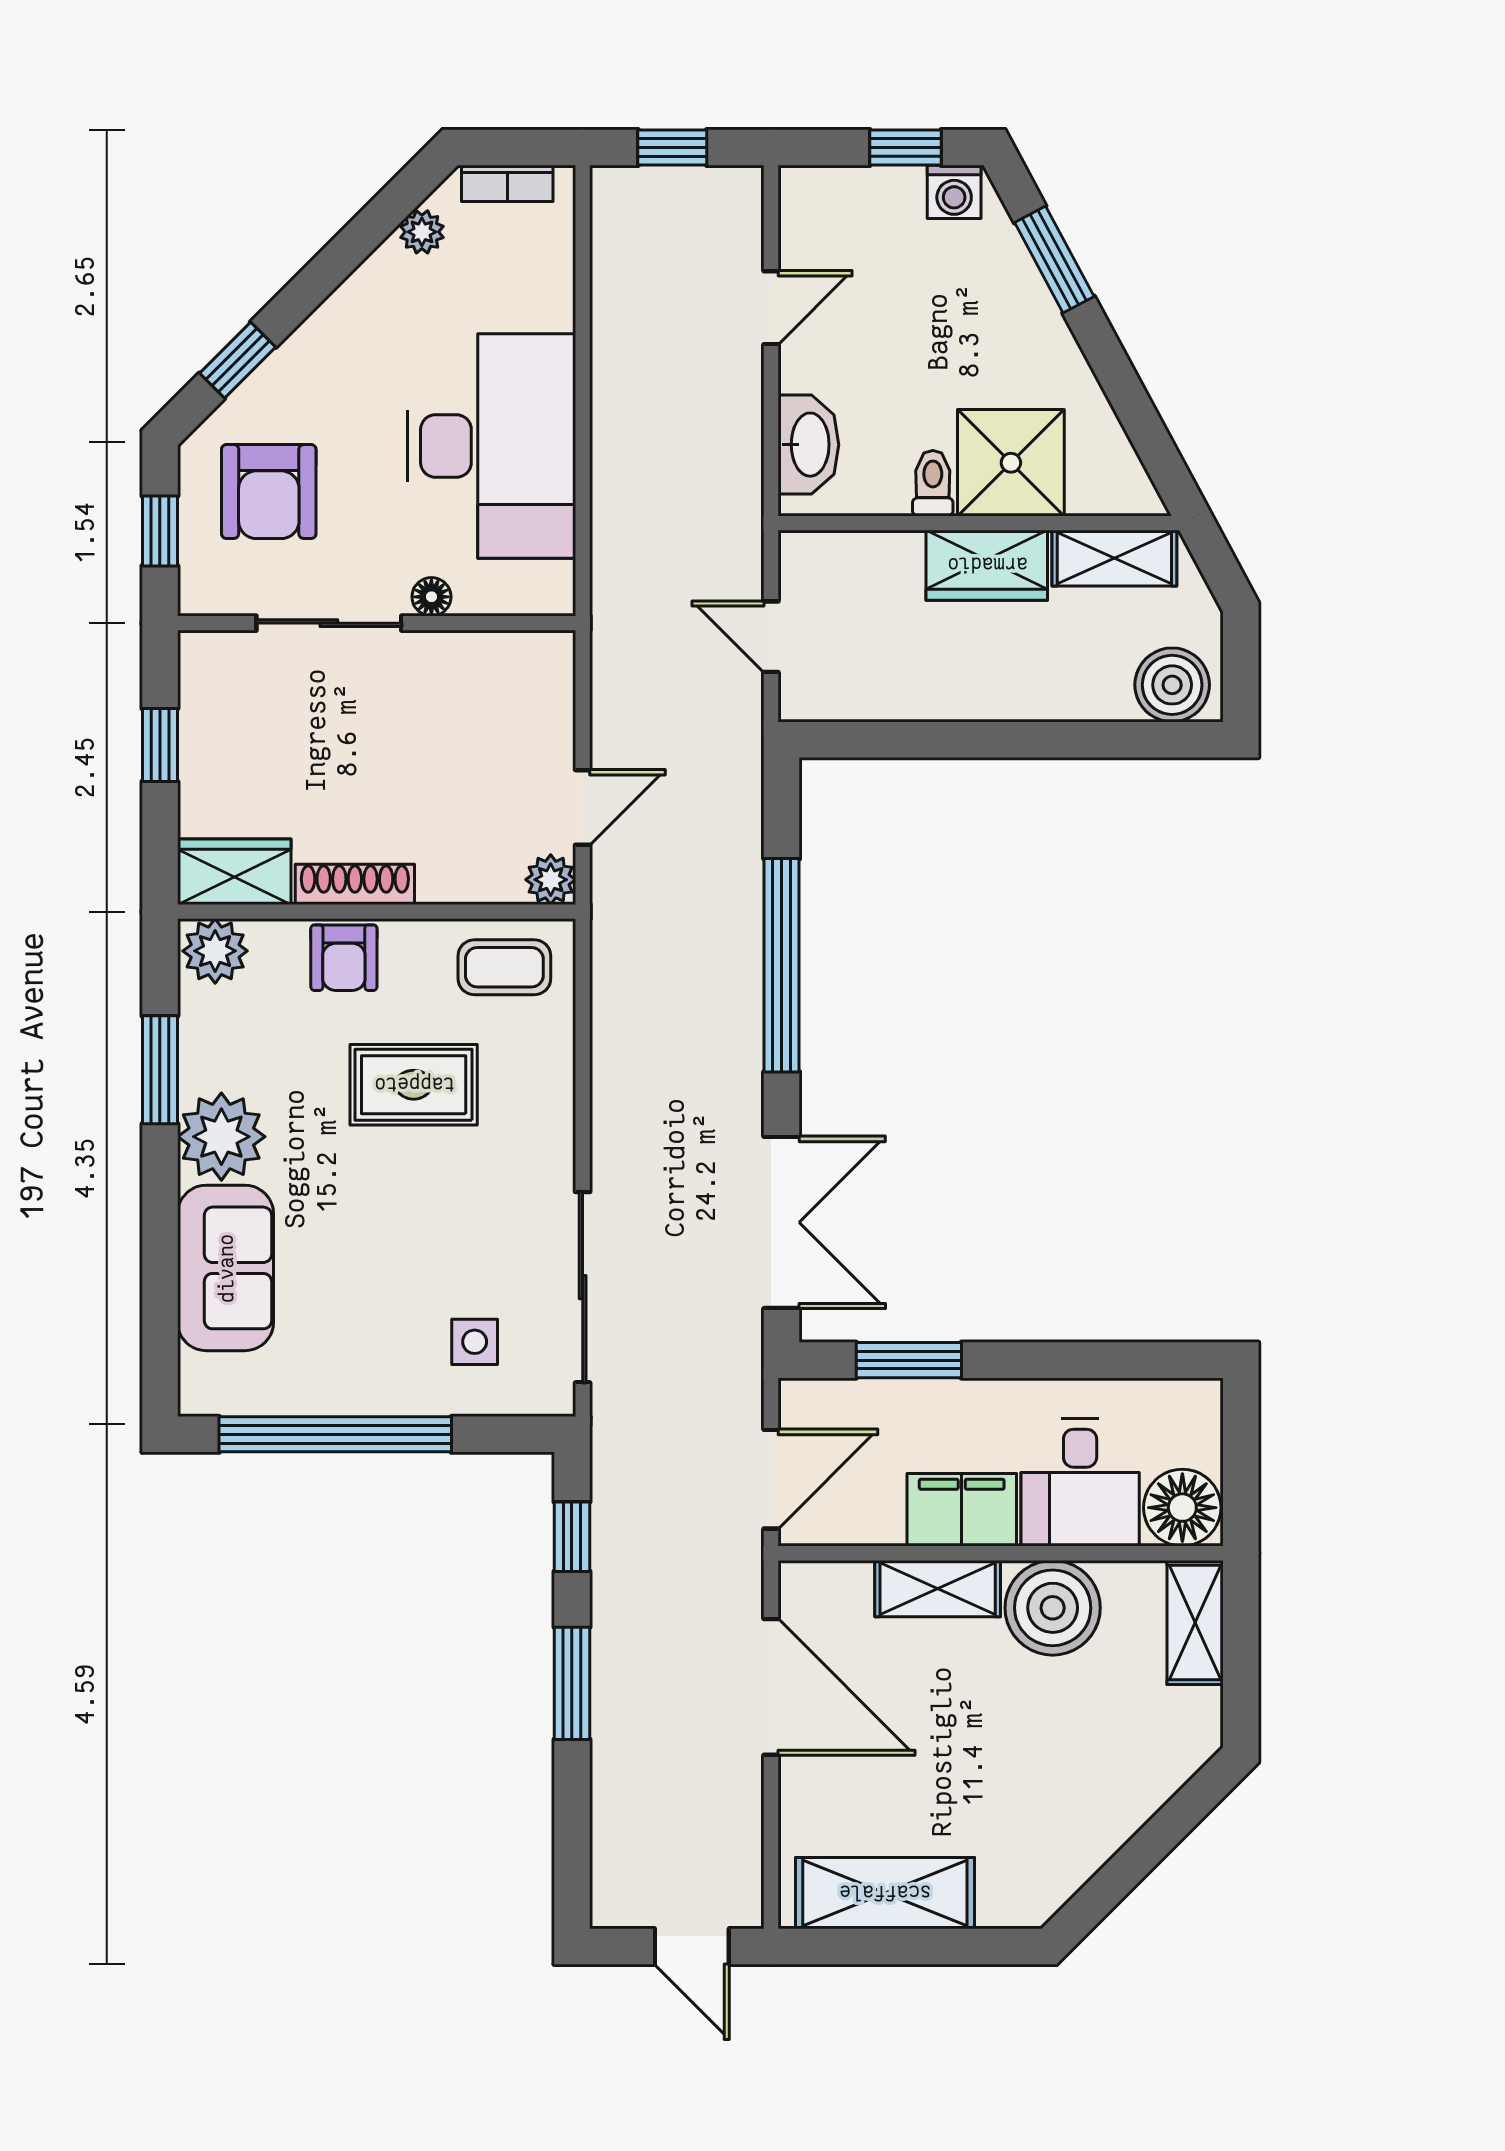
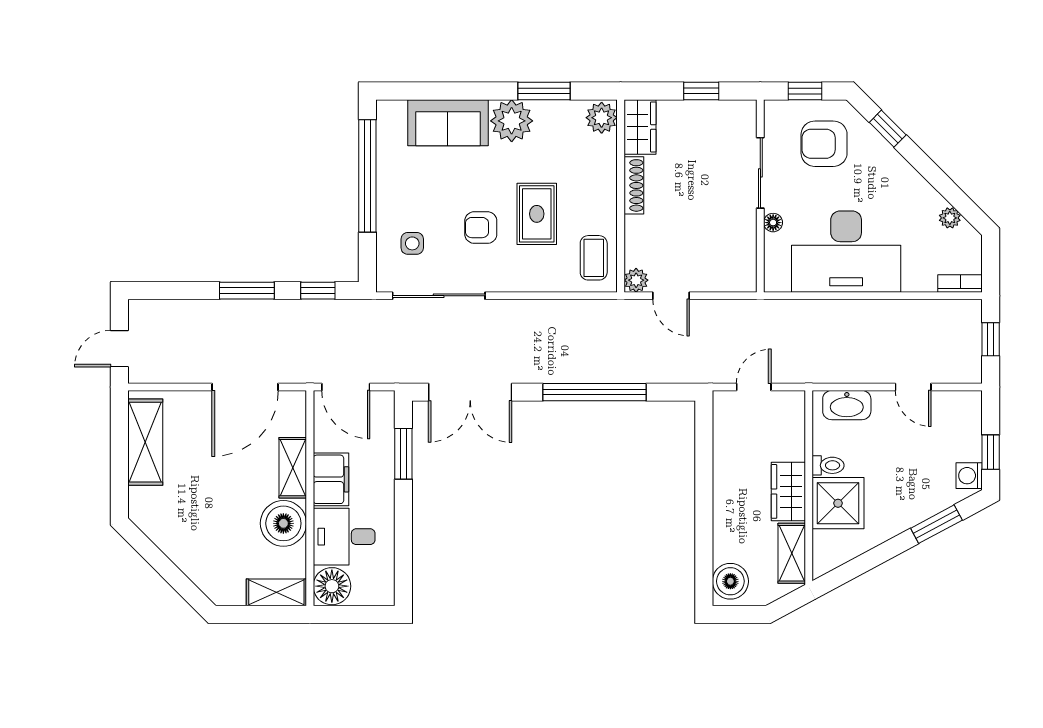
bookcase: (507, 183) -> (960, 283), moved, turned 90
armchair: (344, 958) -> (481, 228), moved

